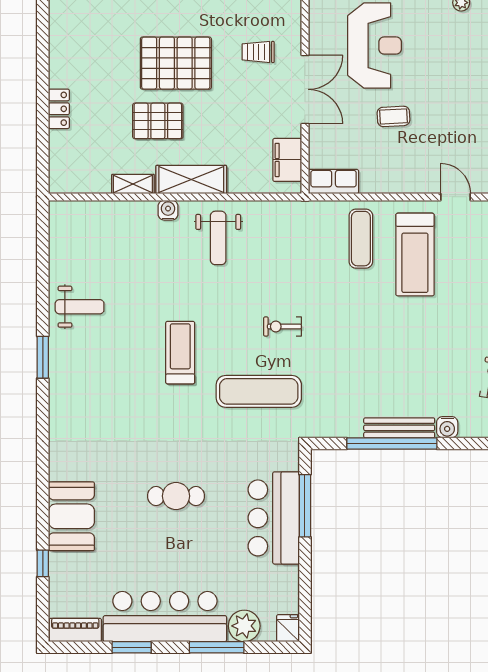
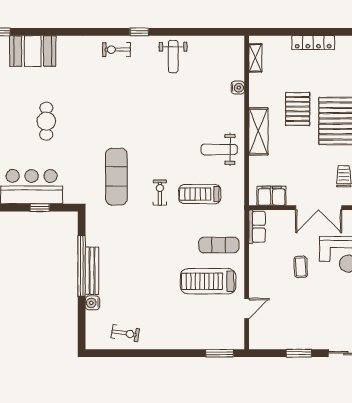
locker: (59, 109) -> (313, 43), width x1.53
shelving: (133, 184) -> (255, 58), moved
water cooler: (168, 210) -> (238, 88), moved
treadmill: (180, 353) -> (200, 194), moved, turned 180
window: (43, 357) -> (139, 32), width x0.67
exercise bike: (69, 391) -> (116, 50), added
window: (305, 506) -> (40, 208), width x0.46

